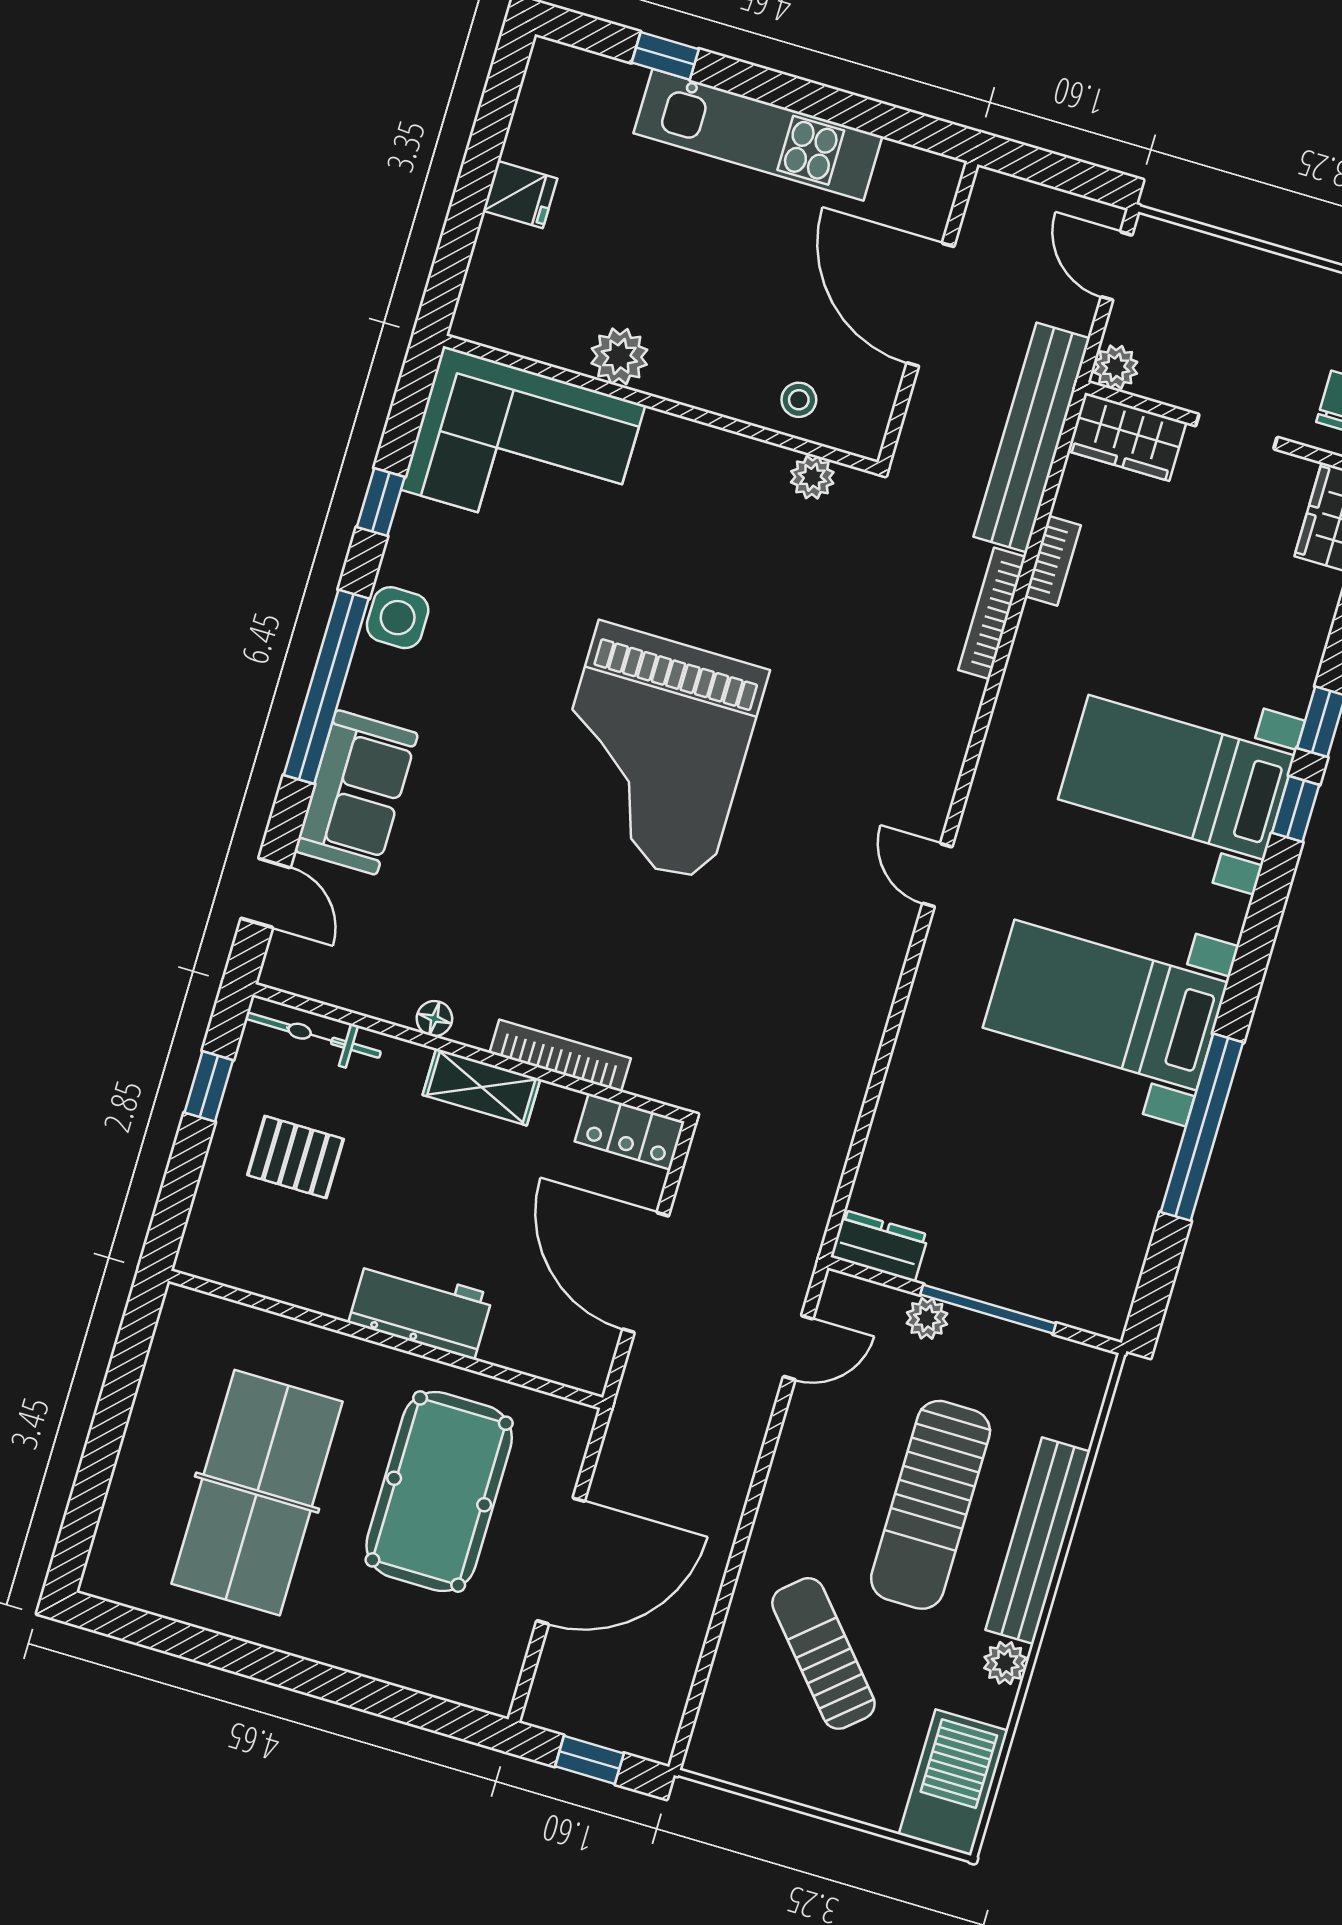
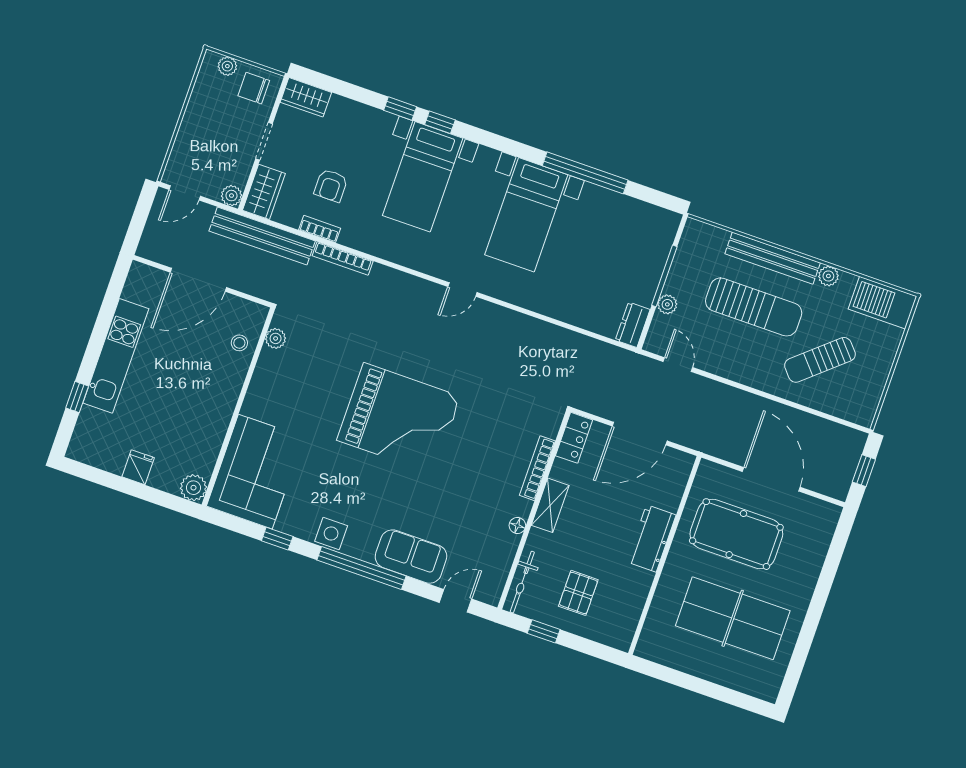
plant: (619, 356) -> (193, 488), moved
armchair: (1148, 580) -> (331, 186), added

